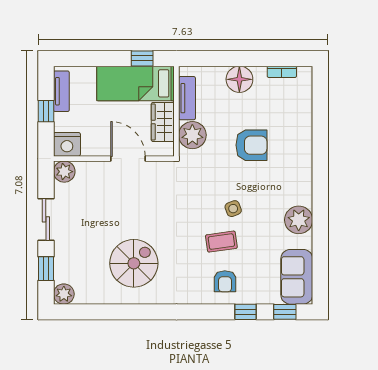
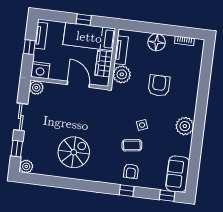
window: (142, 58) -> (84, 20), moved
armchair: (251, 145) -> (159, 86), turned -90
plant: (299, 220) -> (185, 126), moved
window: (245, 312) -> (127, 191), moved

